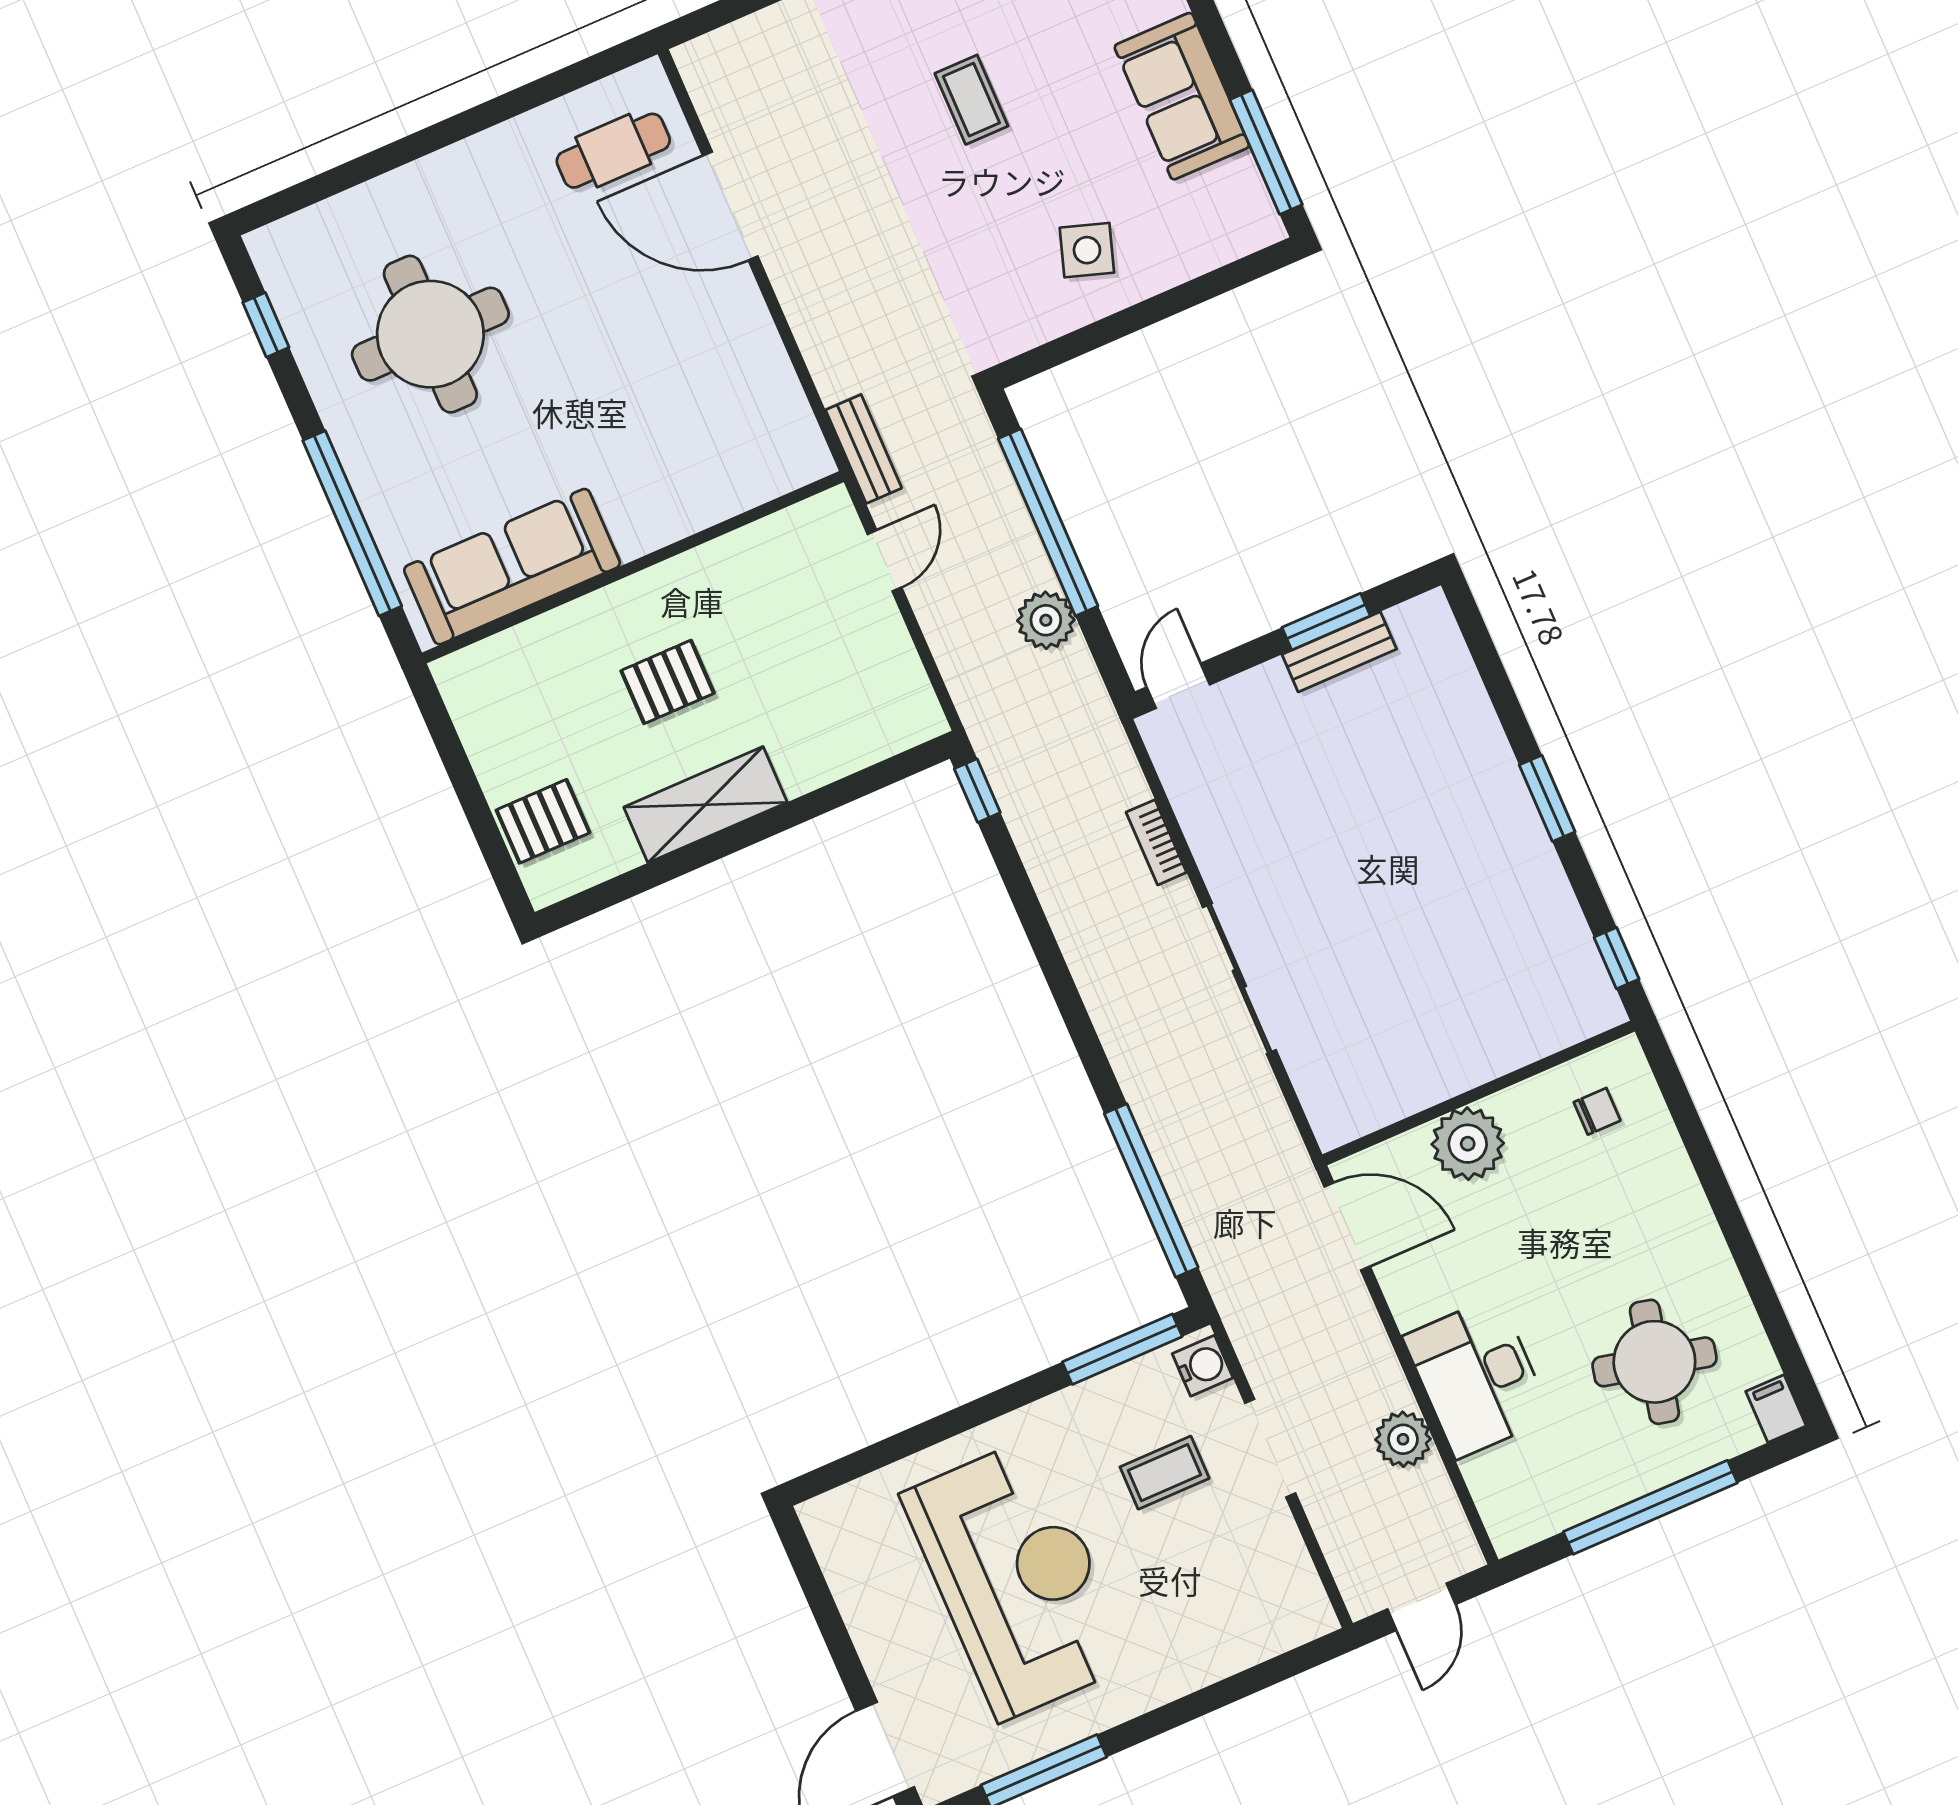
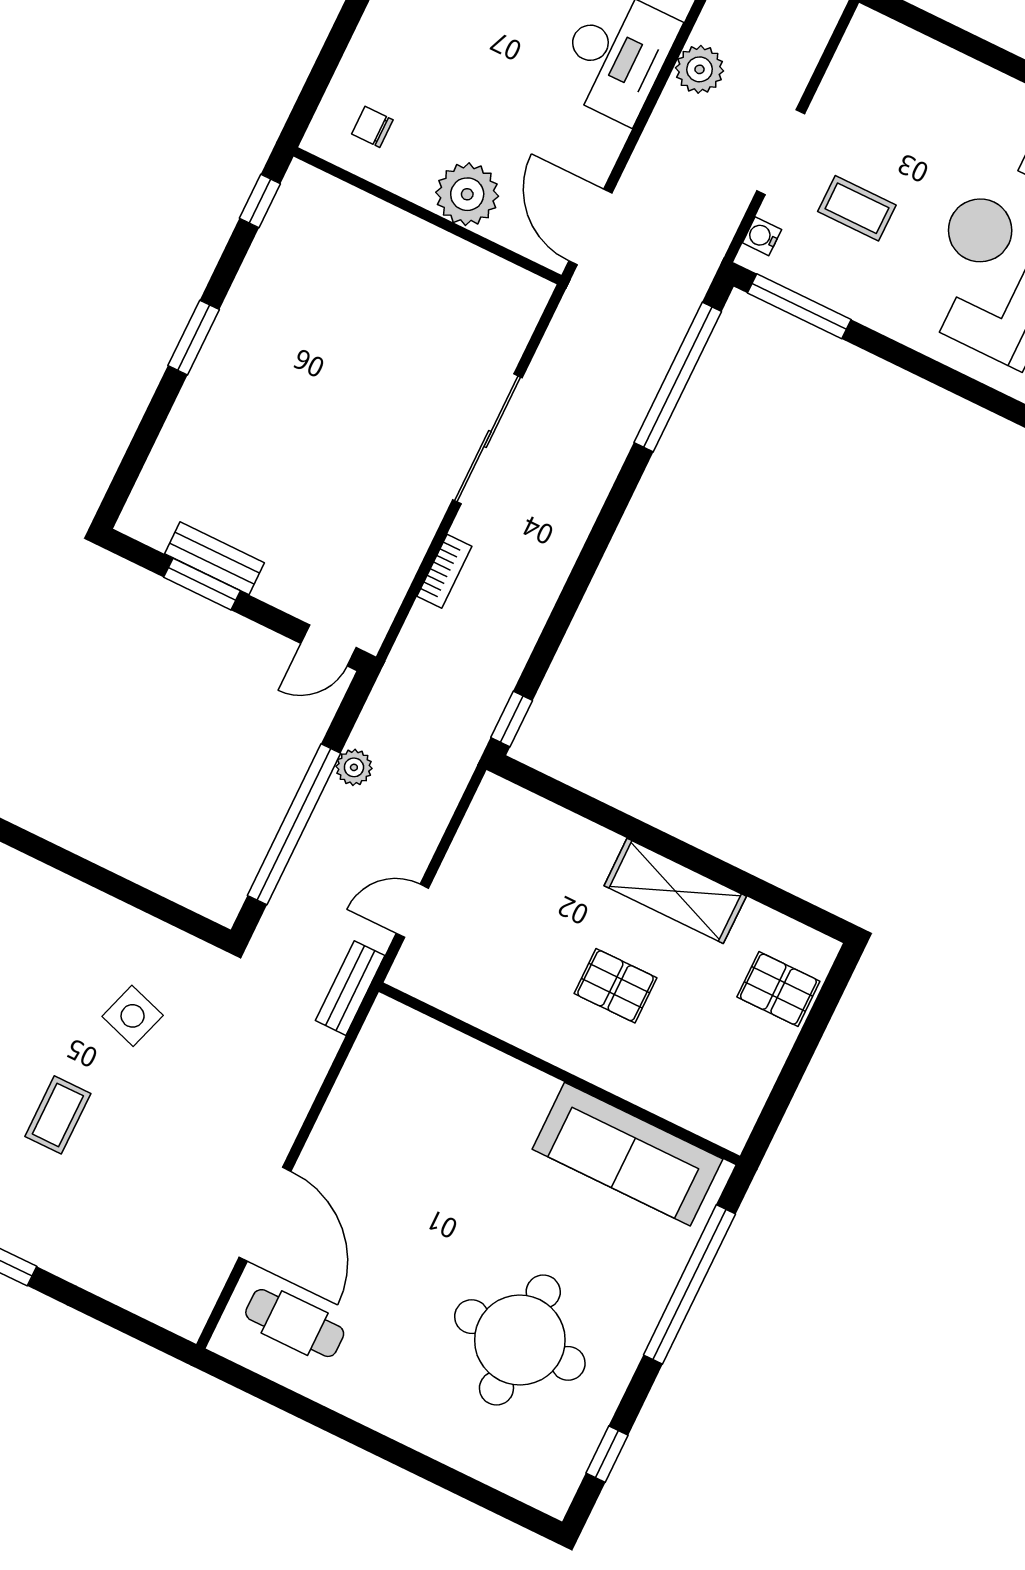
side table: (1087, 250) -> (133, 1016), moved
plant: (1046, 620) -> (354, 767), width x0.73, depth x0.73
water cooler: (1203, 1366) -> (762, 236), width x0.72, depth x0.72

